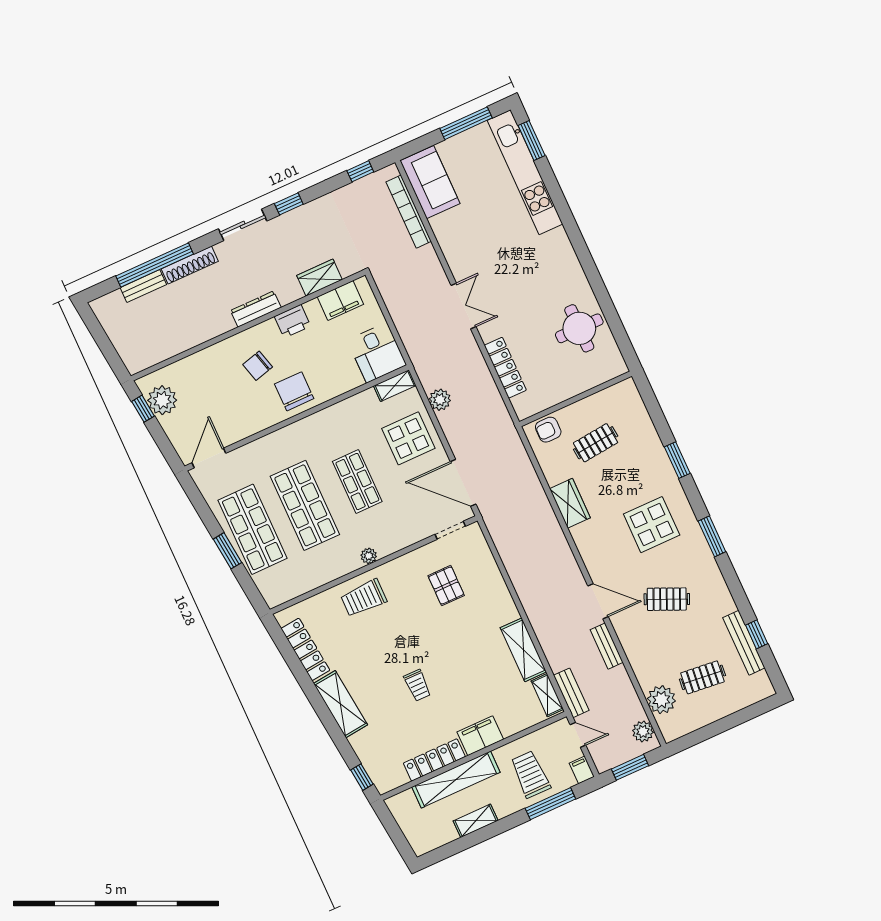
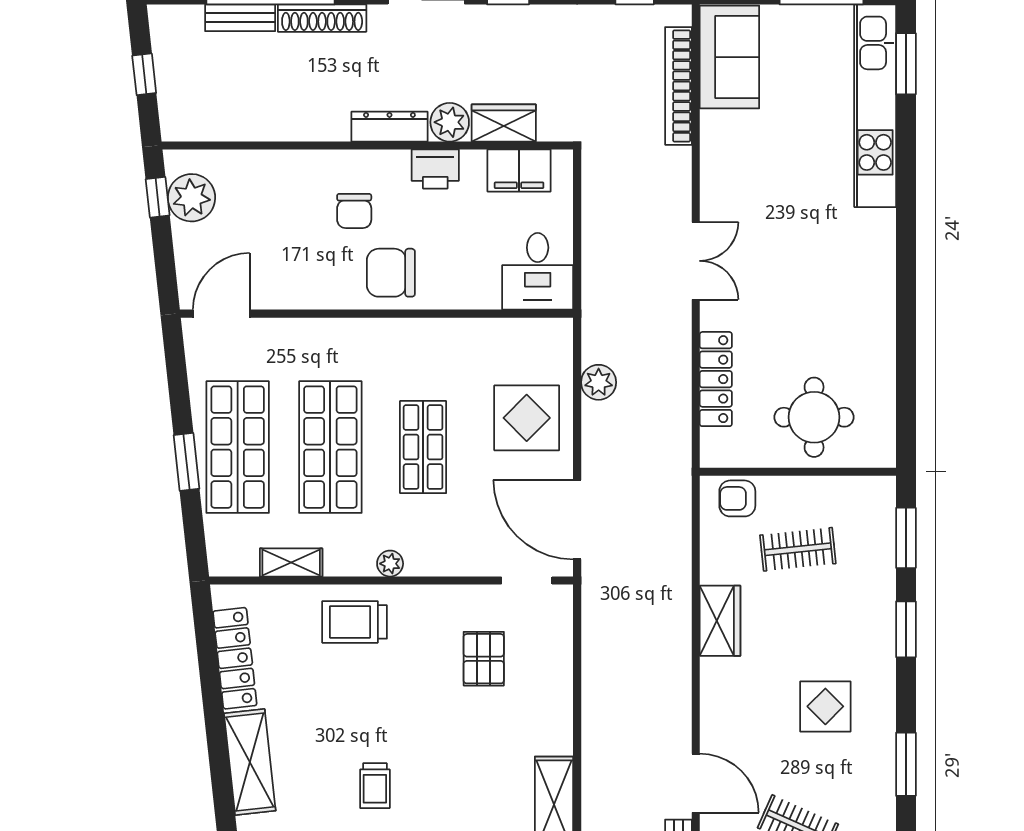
plant: (289, 291) -> (450, 122), added
round table: (579, 328) -> (814, 417), moved
window: (104, 343) -> (144, 74), added
chair: (258, 366) -> (354, 211), turned -75
shelving: (395, 386) -> (291, 562), moved
chair: (294, 391) -> (391, 273), turned -90
window: (654, 408) -> (906, 538), added
display table: (652, 525) -> (825, 706), width x0.73, depth x0.73

